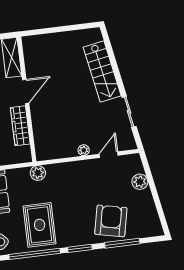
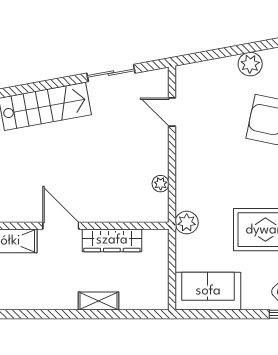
plant: (84, 150) -> (161, 184), moved
plant: (140, 182) -> (250, 64), moved

